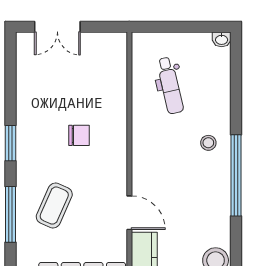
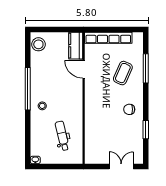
chair: (79, 135) -> (129, 109), moved
window: (10, 143) -> (146, 130), moved

